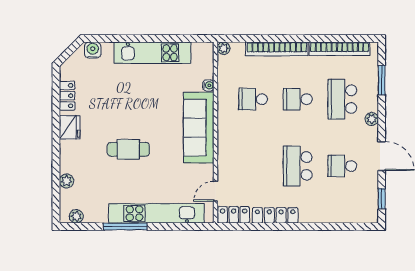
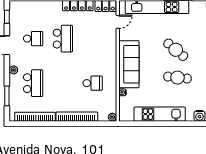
school desk: (298, 99) -> (63, 83), removed
cafe table: (126, 108) -> (177, 78), added
cafe table: (128, 149) -> (176, 50), turned 40

